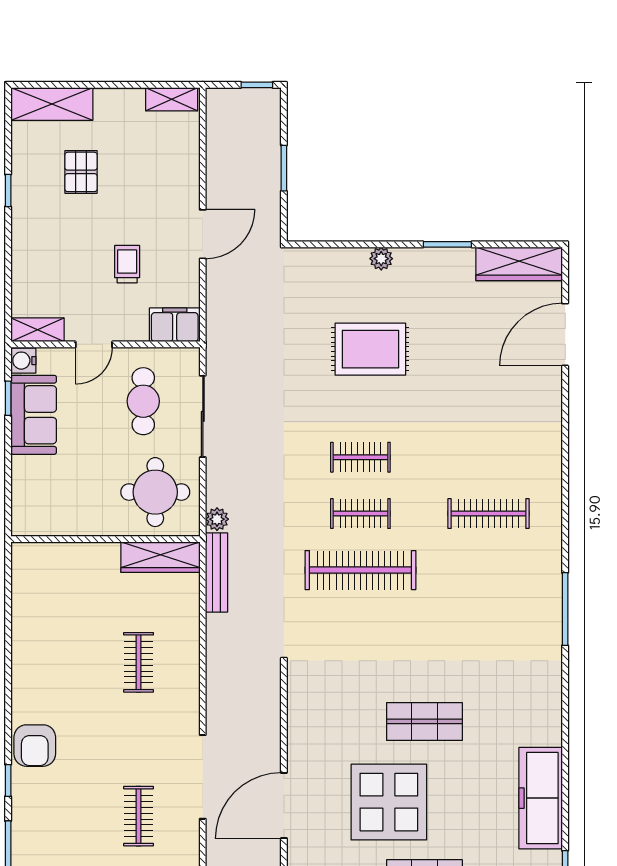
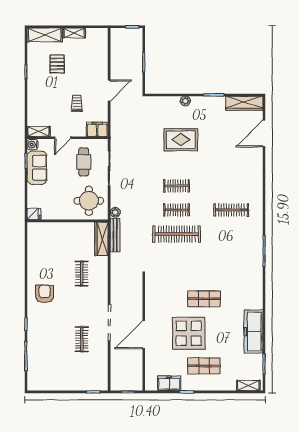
shelving: (172, 99) -> (74, 33), moved
fridge: (27, 523) -> (34, 214), added
wardrobe: (160, 557) -> (101, 239), moved, turned 90
armchair: (35, 746) -> (45, 294), moved, turned 180

